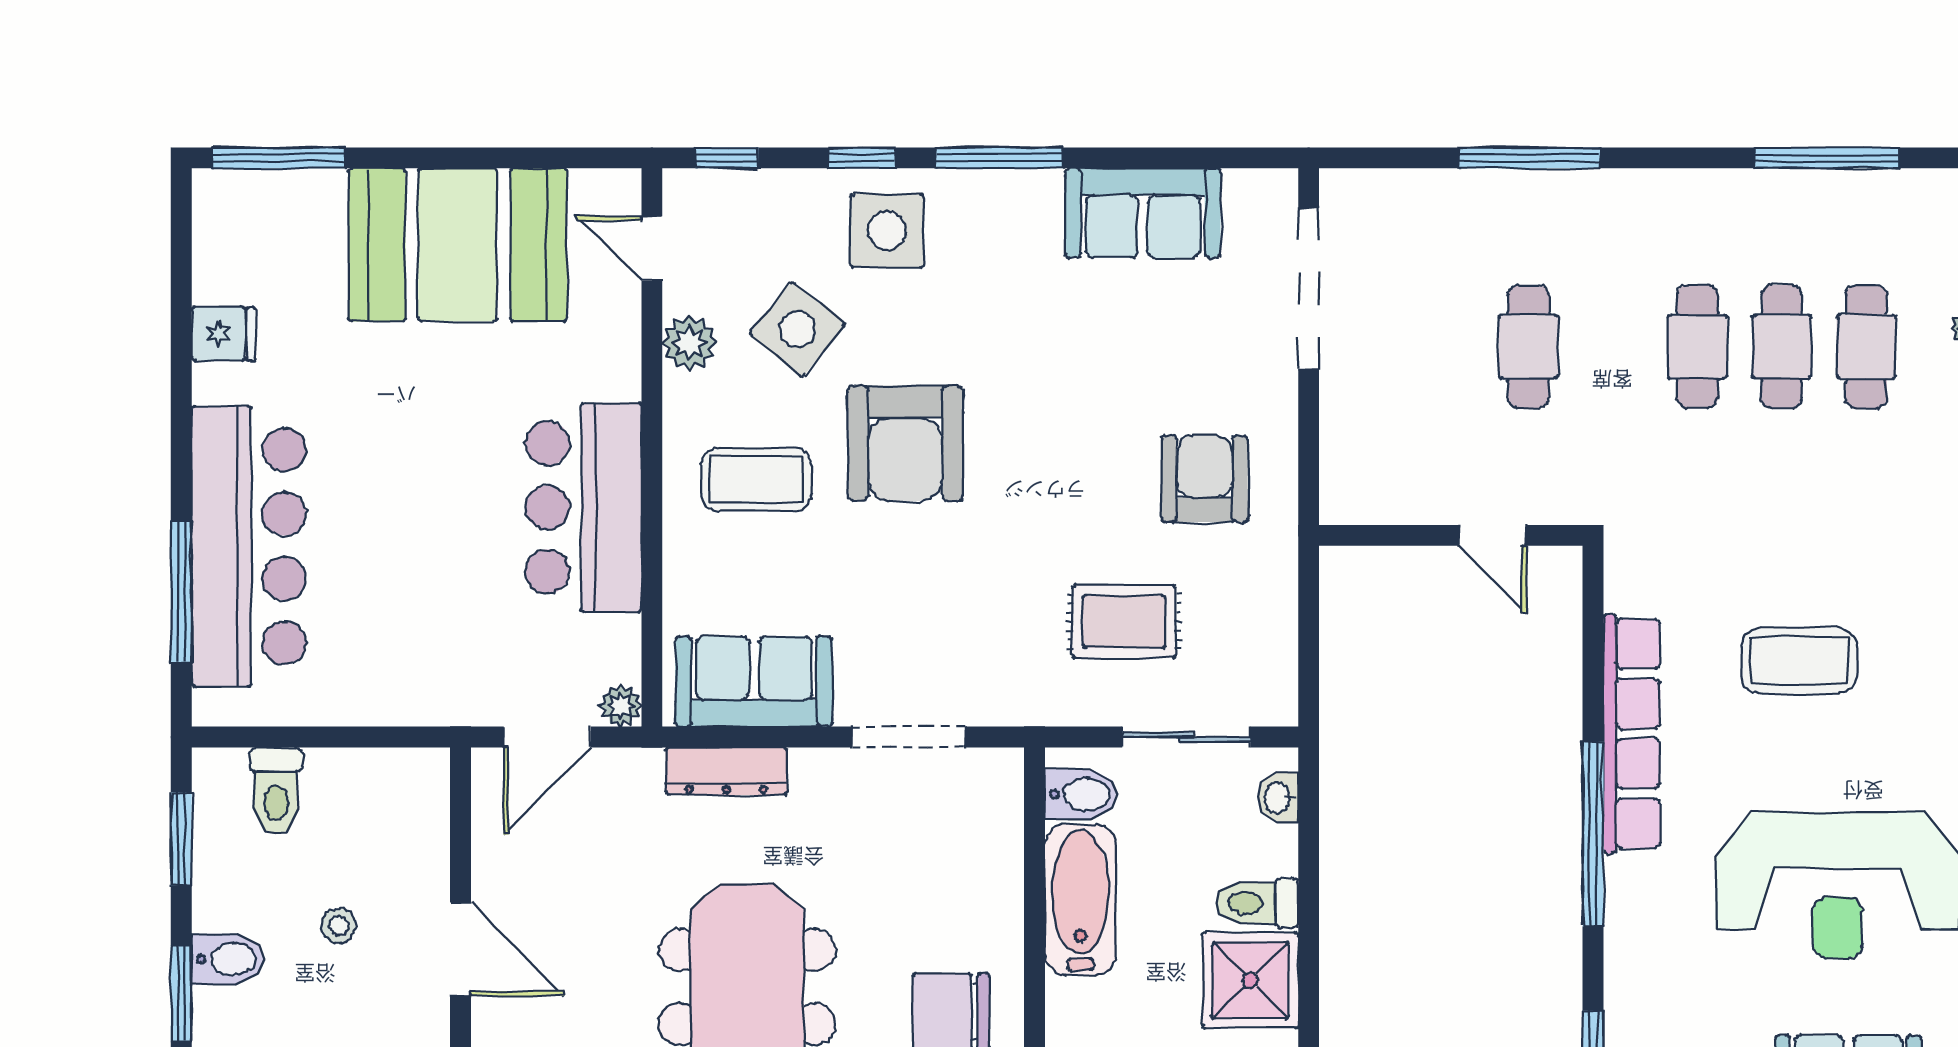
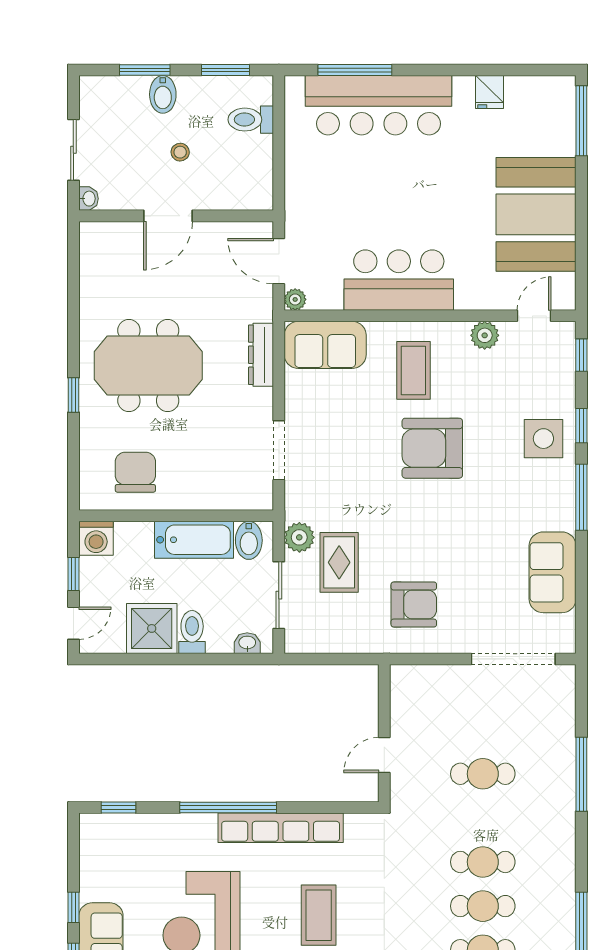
side table: (797, 329) -> (492, 392), removed
sofa: (754, 681) -> (325, 345), moved, turned 90
plant: (1076, 698) -> (299, 537), added

